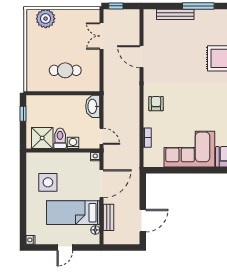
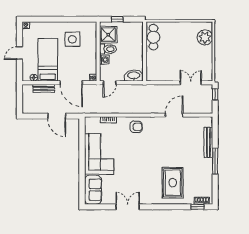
cafe table: (65, 70) -> (153, 37), moved
window: (23, 114) -> (117, 19), moved
door: (143, 221) -> (57, 116), moved
door: (65, 248) -> (19, 53), hinge flipped

